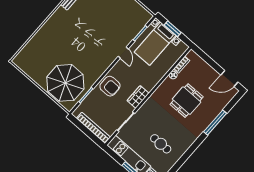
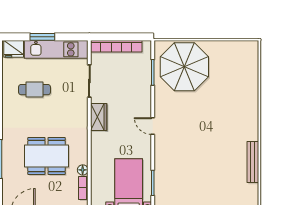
door: (123, 53) -> (153, 126), moved
armchair: (110, 86) -> (137, 103), removed
dining table: (187, 101) -> (47, 156), width x1.38

